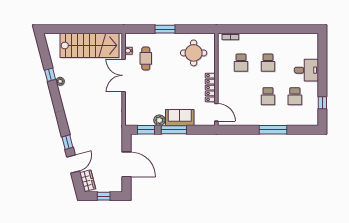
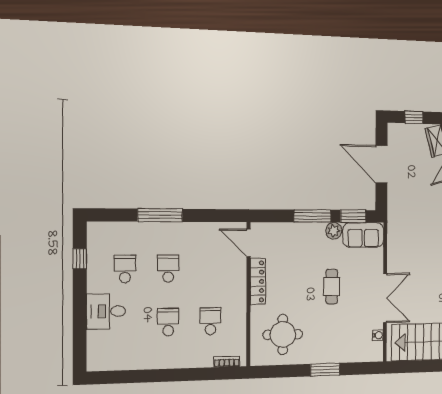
cafe table: (146, 58) -> (332, 287), moved
sofa: (180, 117) -> (363, 235), moved

